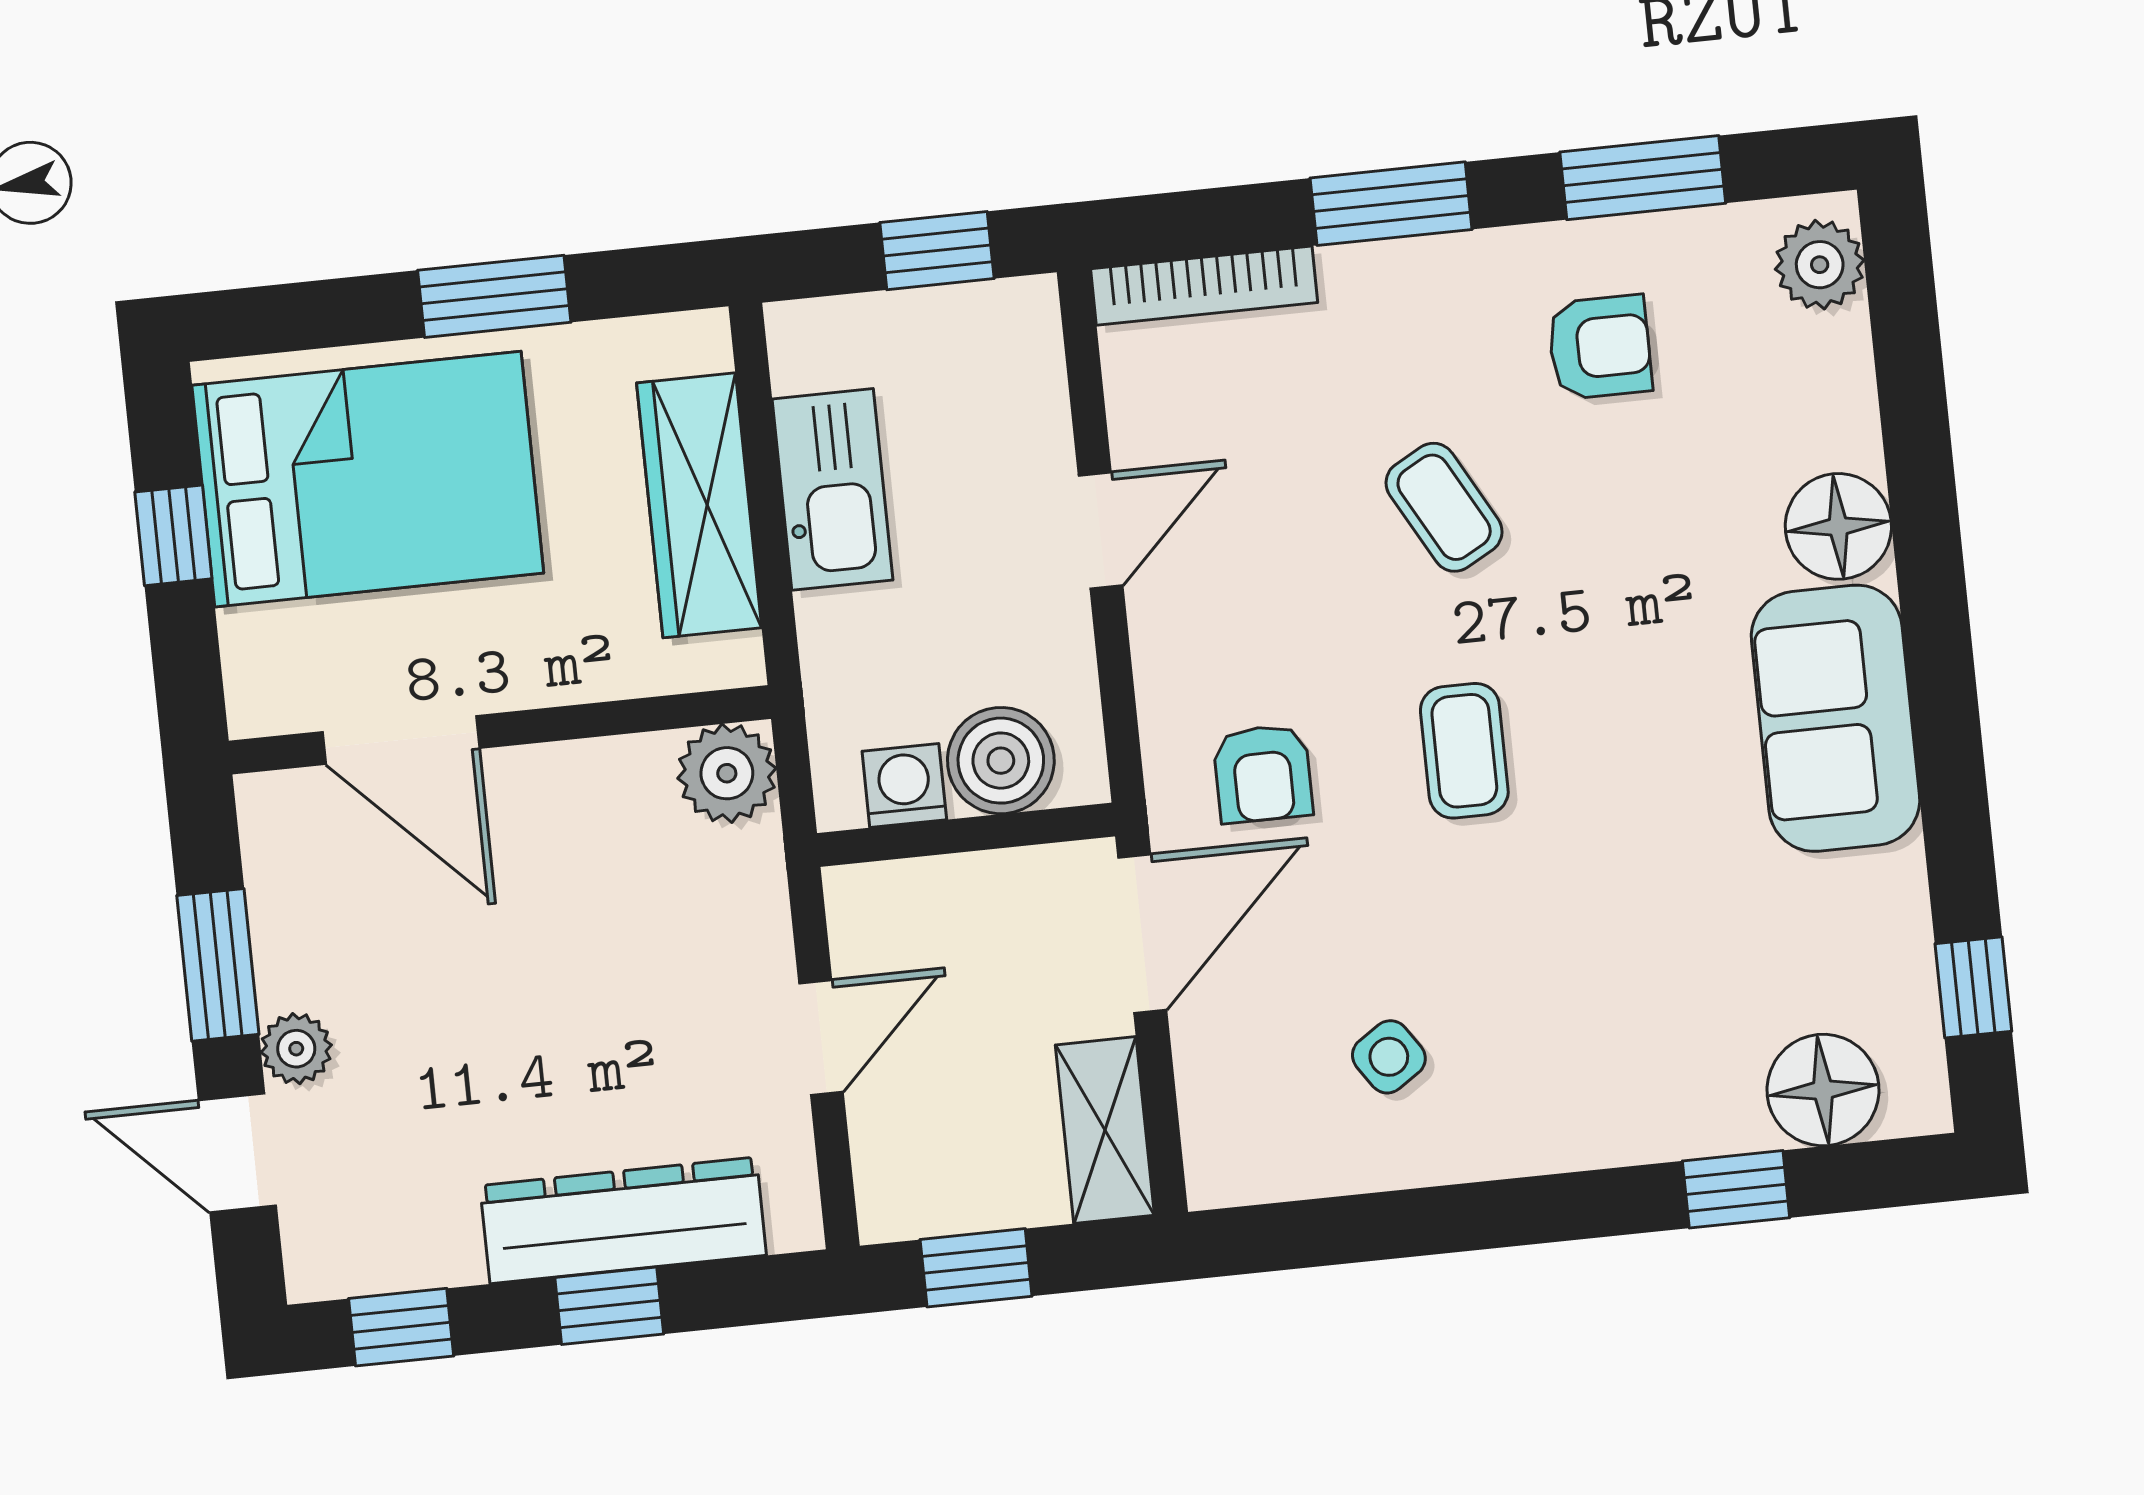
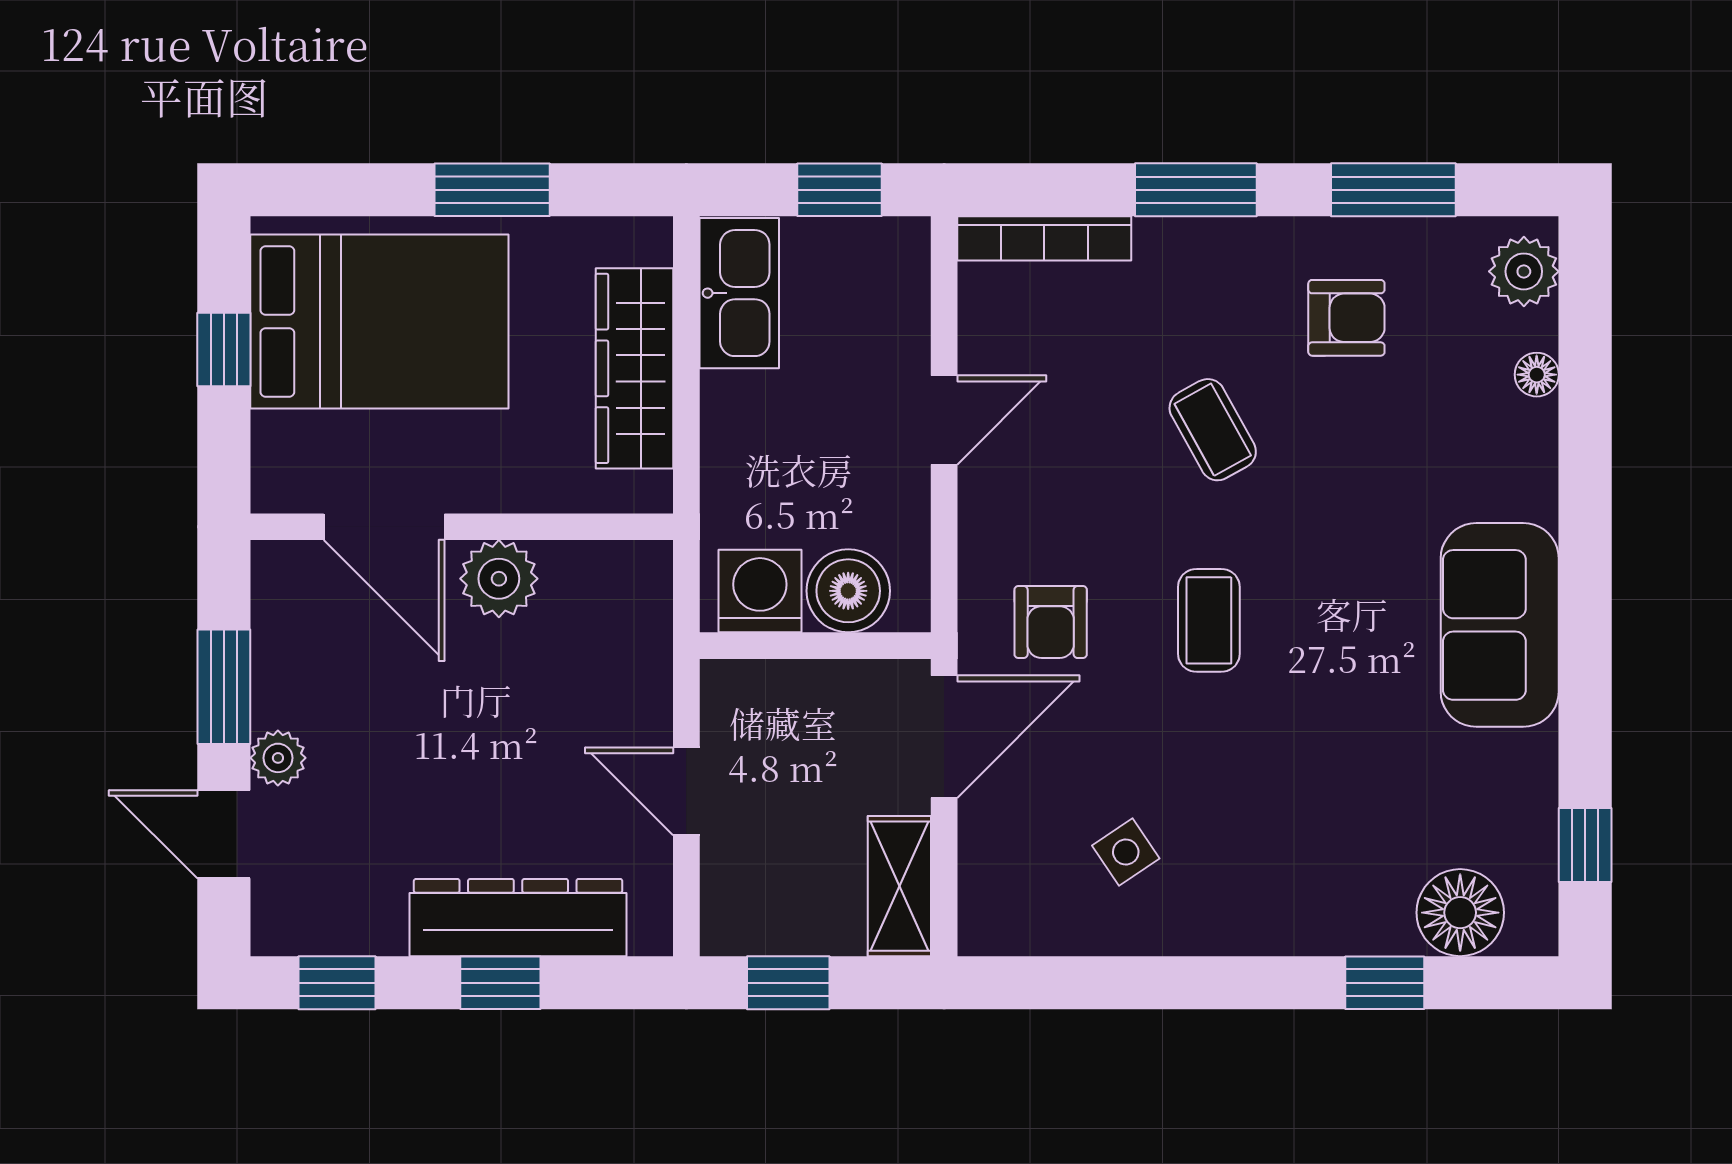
kitchen sink: (833, 489) -> (739, 293), moved
floor lamp: (1838, 526) -> (1537, 375), moved, width x0.53, depth x0.53
plant: (727, 773) -> (499, 579), moved
washing machine: (904, 785) -> (760, 591), width x1.38, depth x1.38
door: (821, 1037) -> (686, 791), swing flipped

